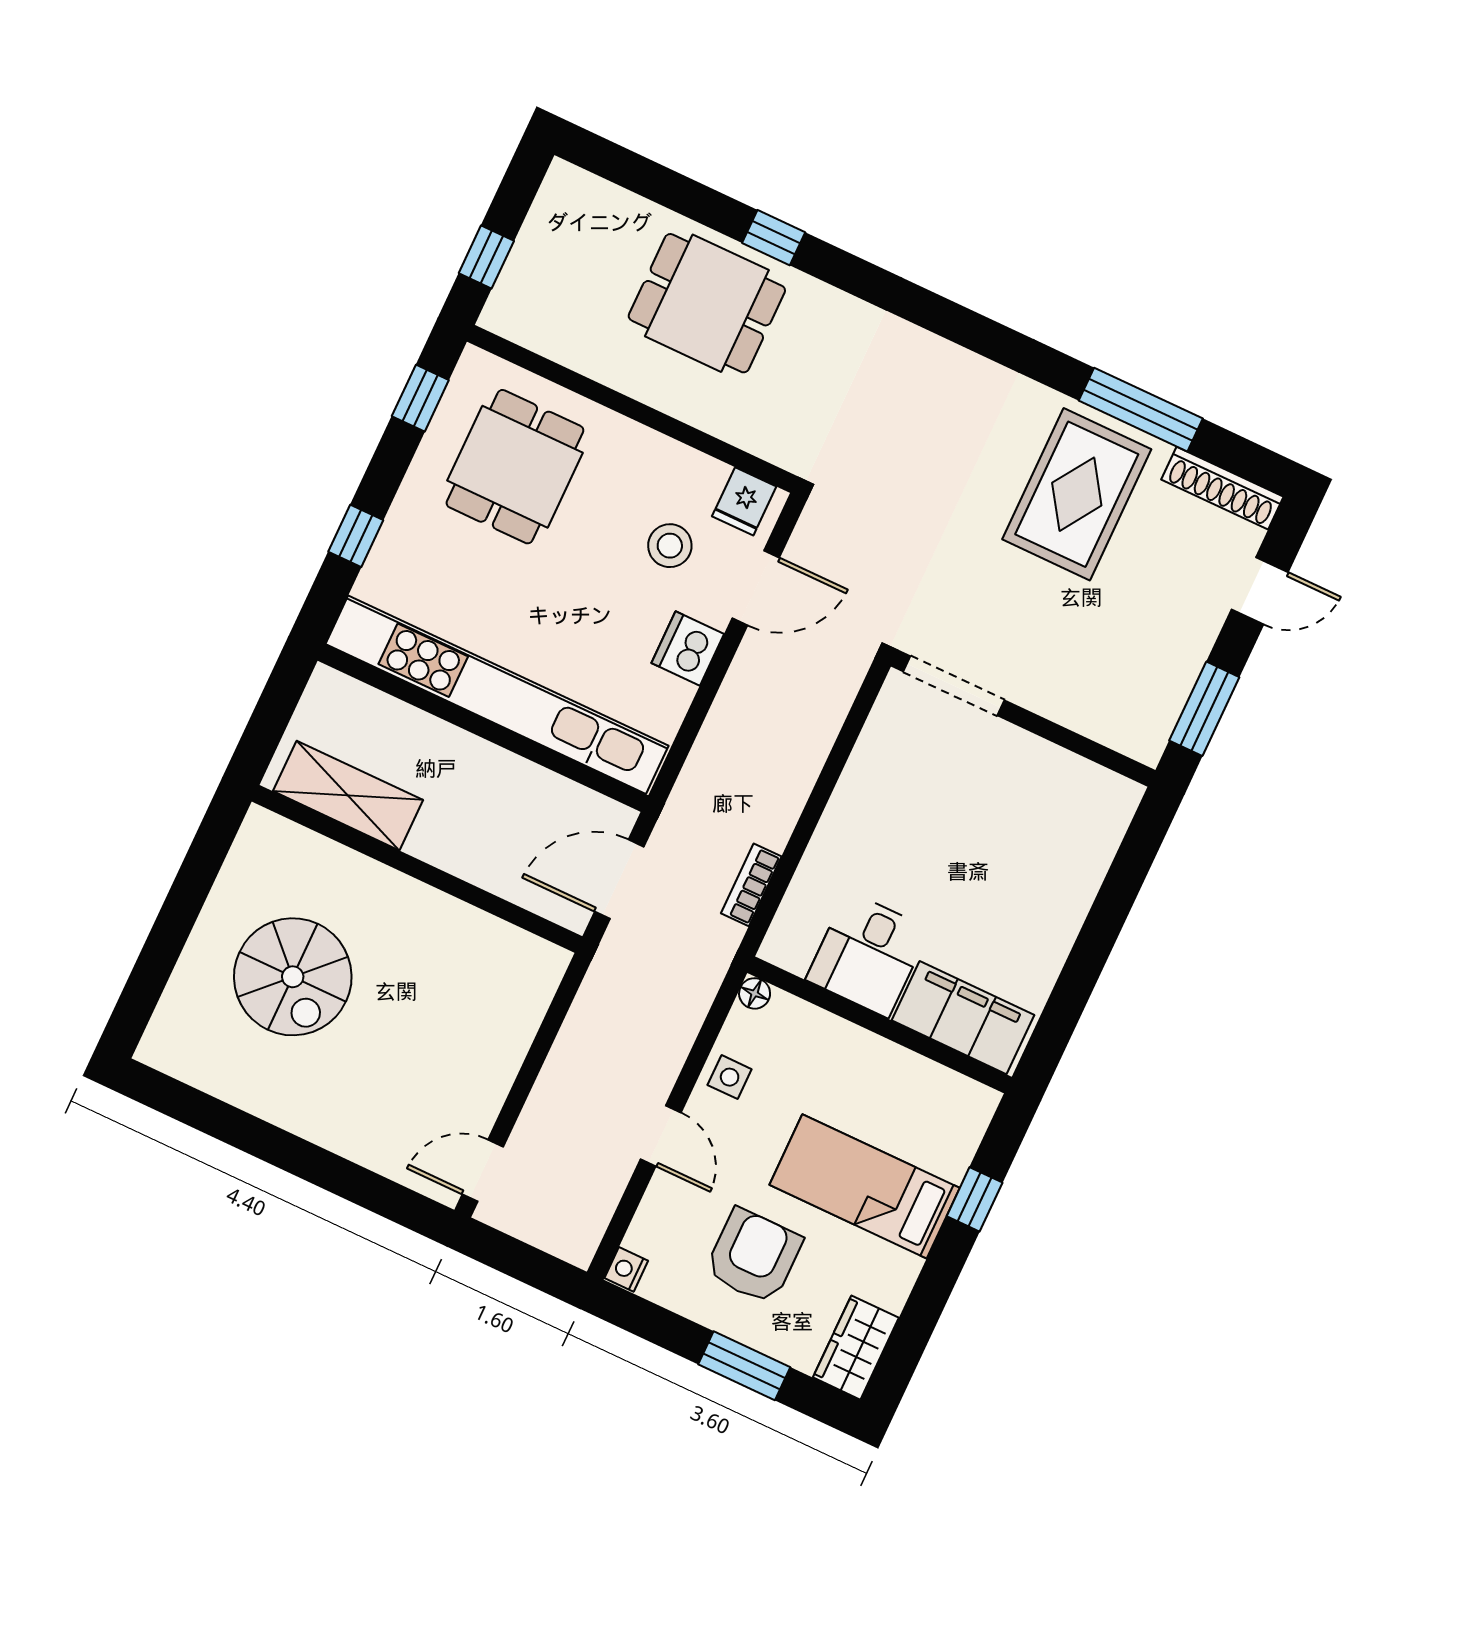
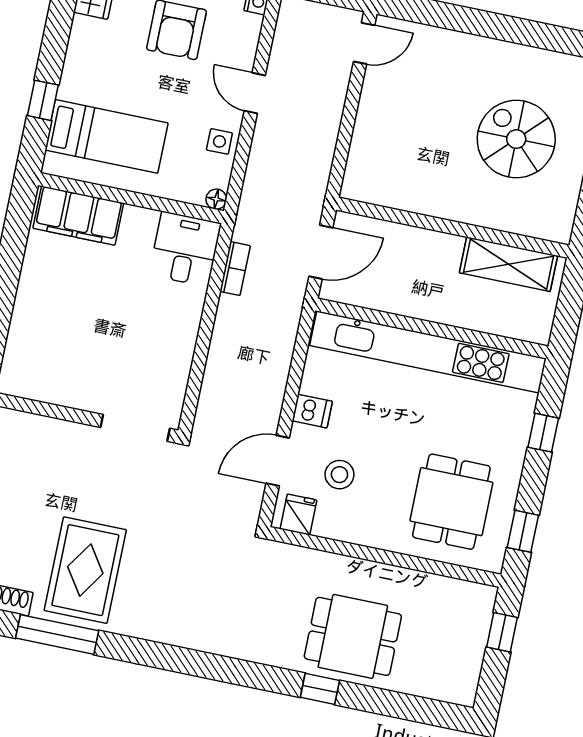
dishwasher: (688, 648) -> (312, 411), width x0.73
desk: (868, 954) -> (185, 249), moved
bed: (865, 1186) -> (107, 136), moved

